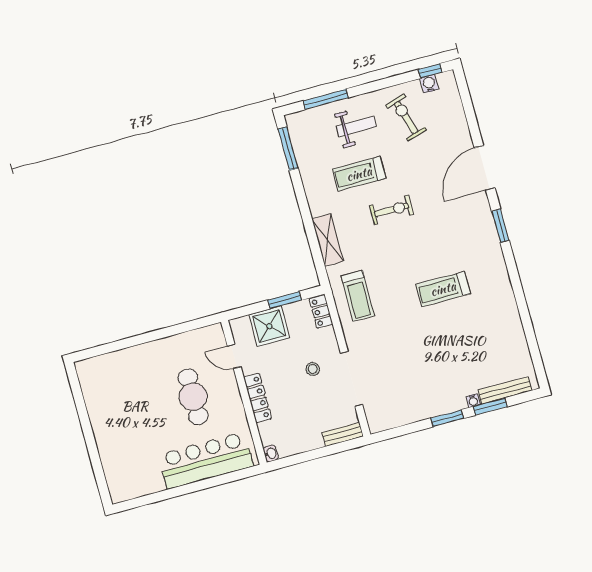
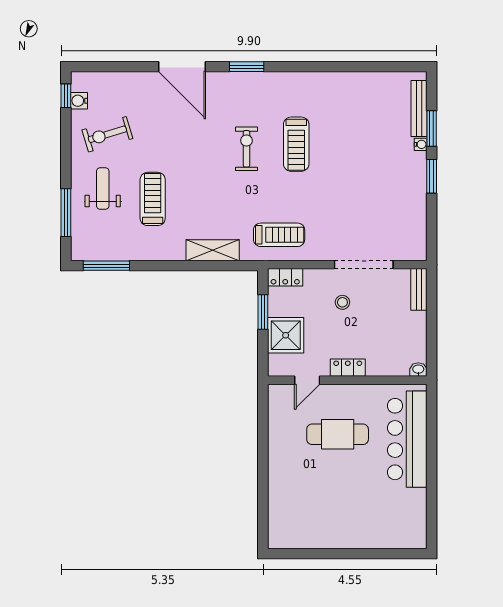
treadmill: (359, 174) -> (153, 199), turned 180
exercise bike: (391, 210) -> (246, 149), moved
locker: (258, 398) -> (348, 368), width x0.66

